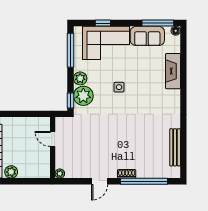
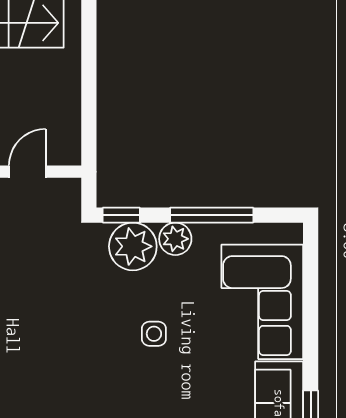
window: (103, 23) -> (311, 294), removed
window: (70, 50) -> (212, 215), moved

